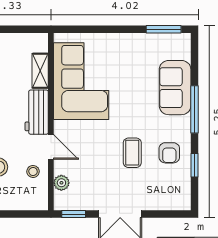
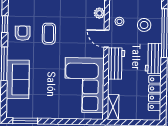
shelving: (40, 71) -> (113, 107), moved

